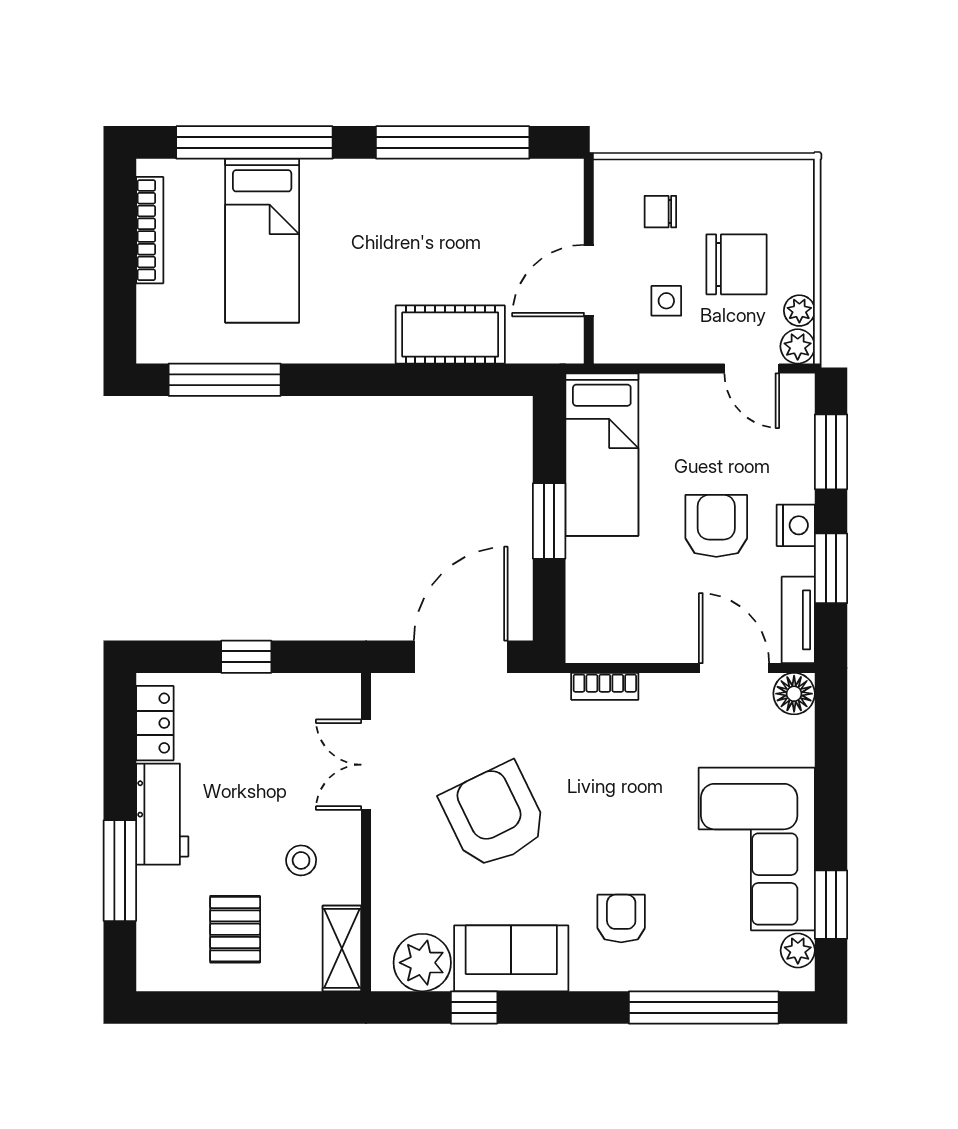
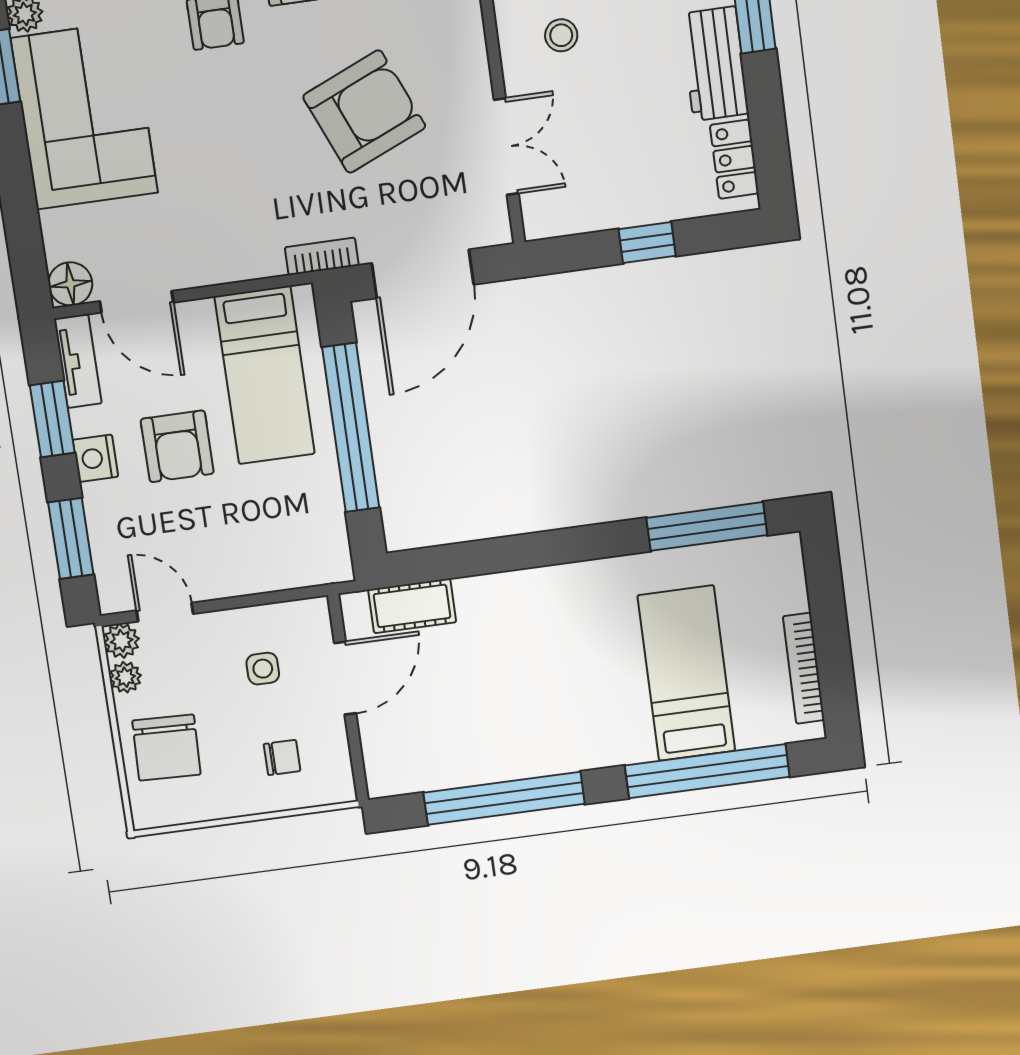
chair: (736, 264) -> (166, 748), moved, turned -88
cot: (450, 335) -> (412, 606), moved, width x0.73, depth x0.75
bed: (602, 455) -> (265, 375), moved, turned 180
window: (549, 521) -> (351, 428), width x2.11
bookcase: (605, 686) -> (322, 256), moved
armchair: (494, 816) -> (364, 112), turned -87

